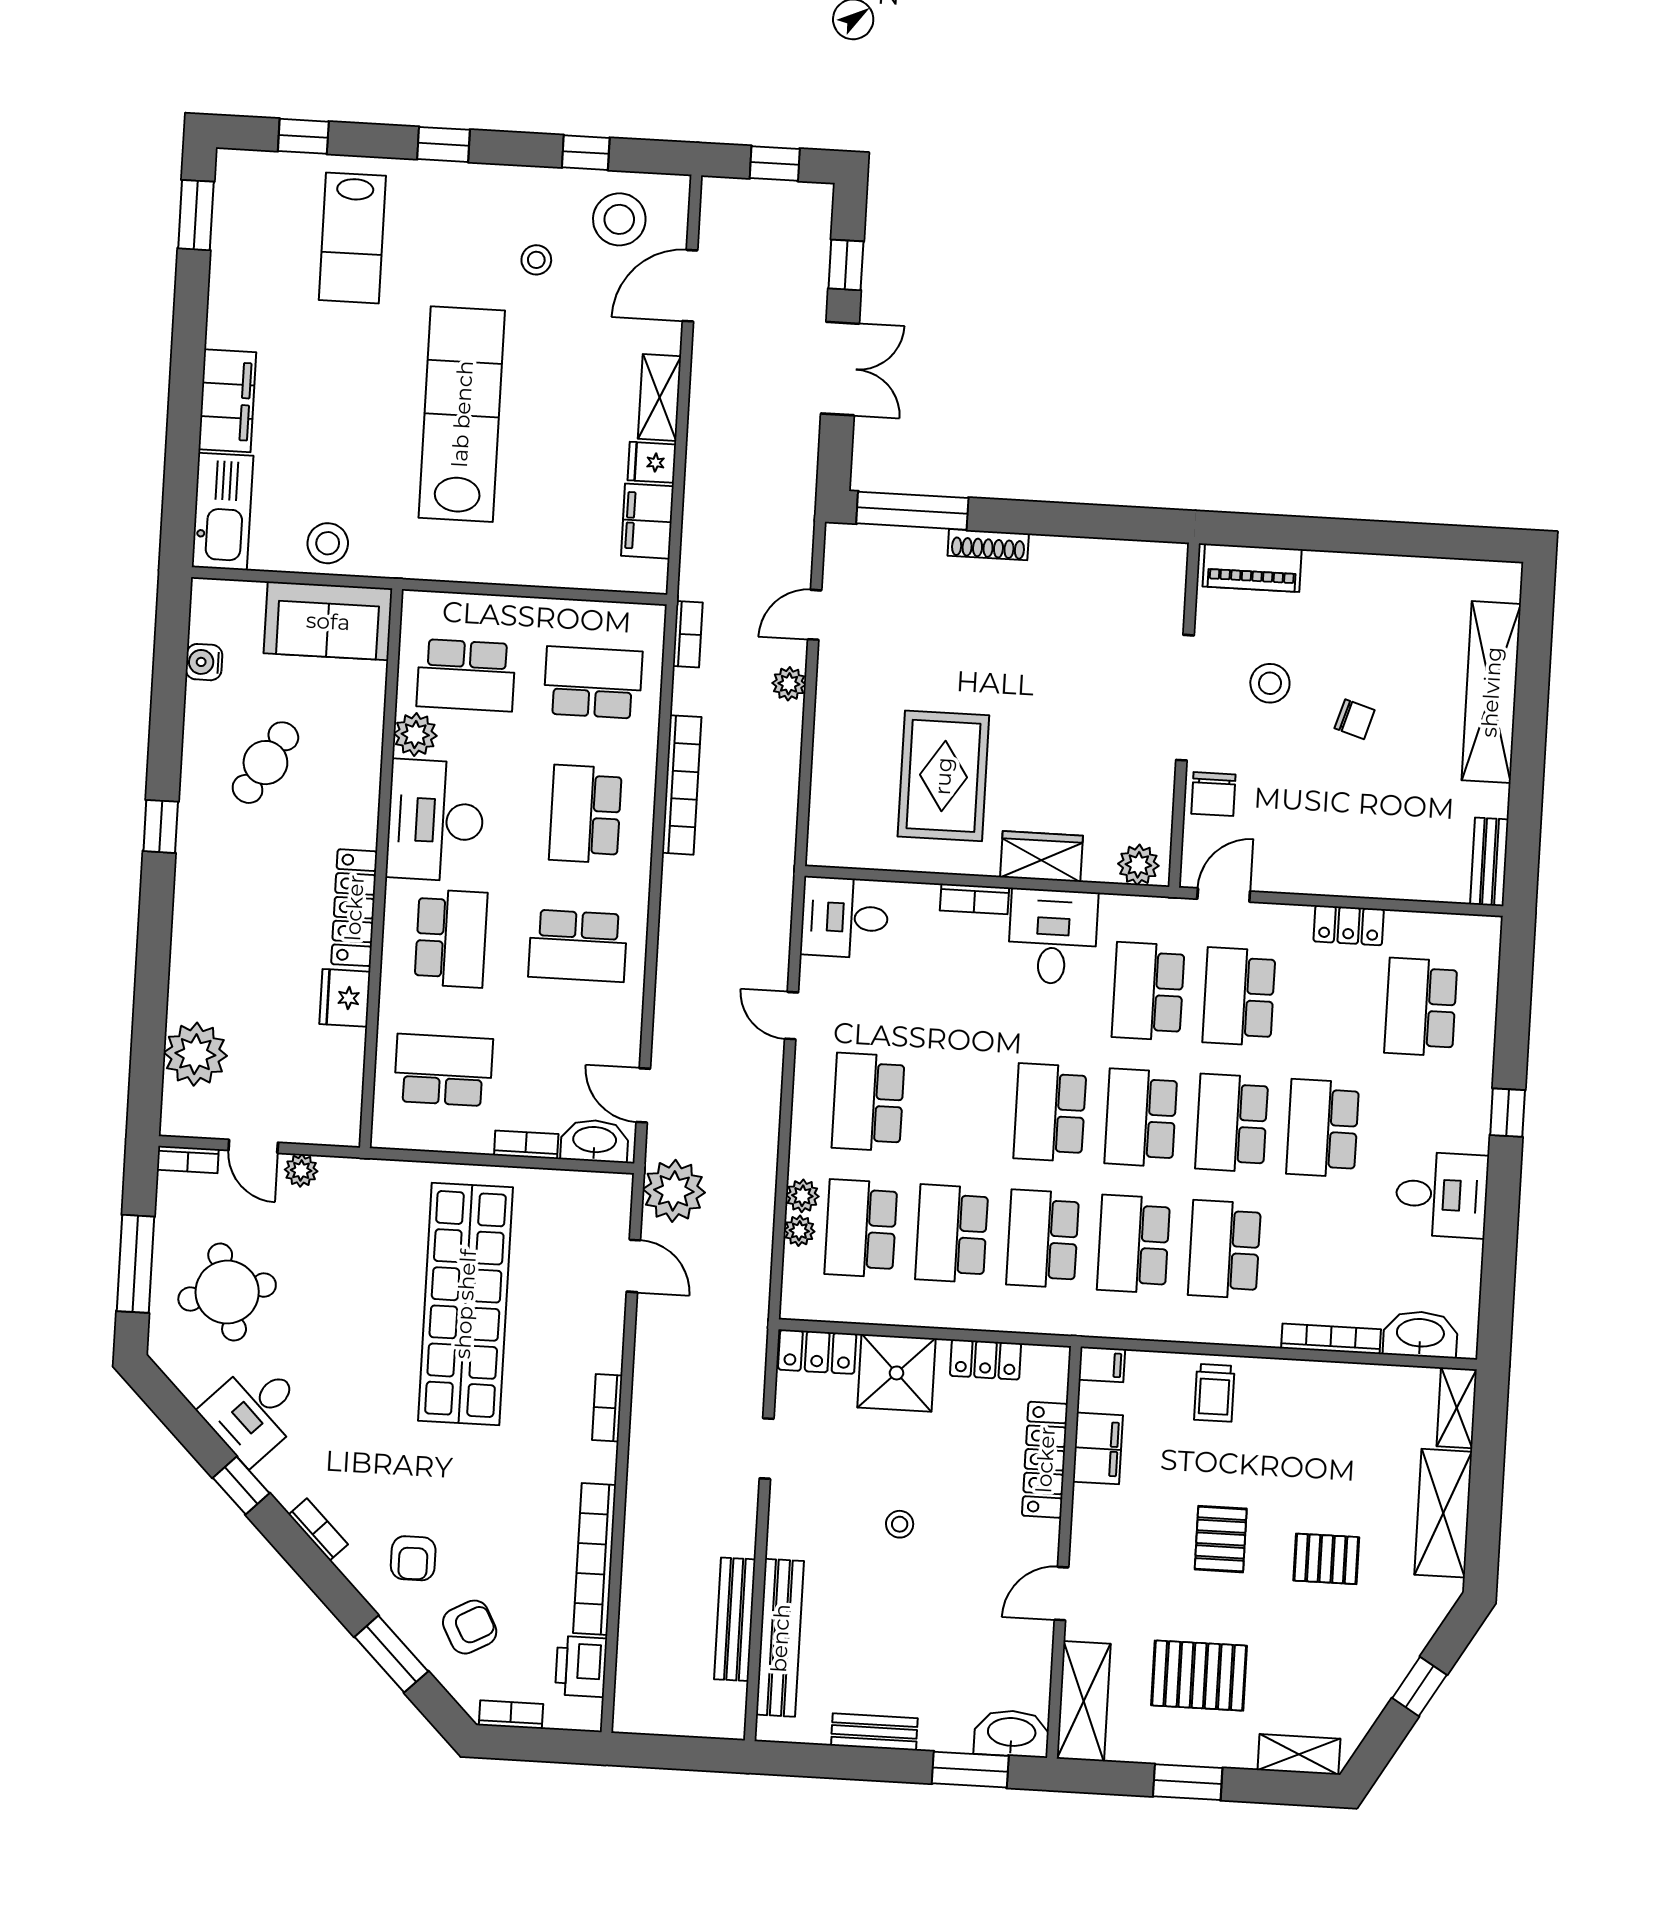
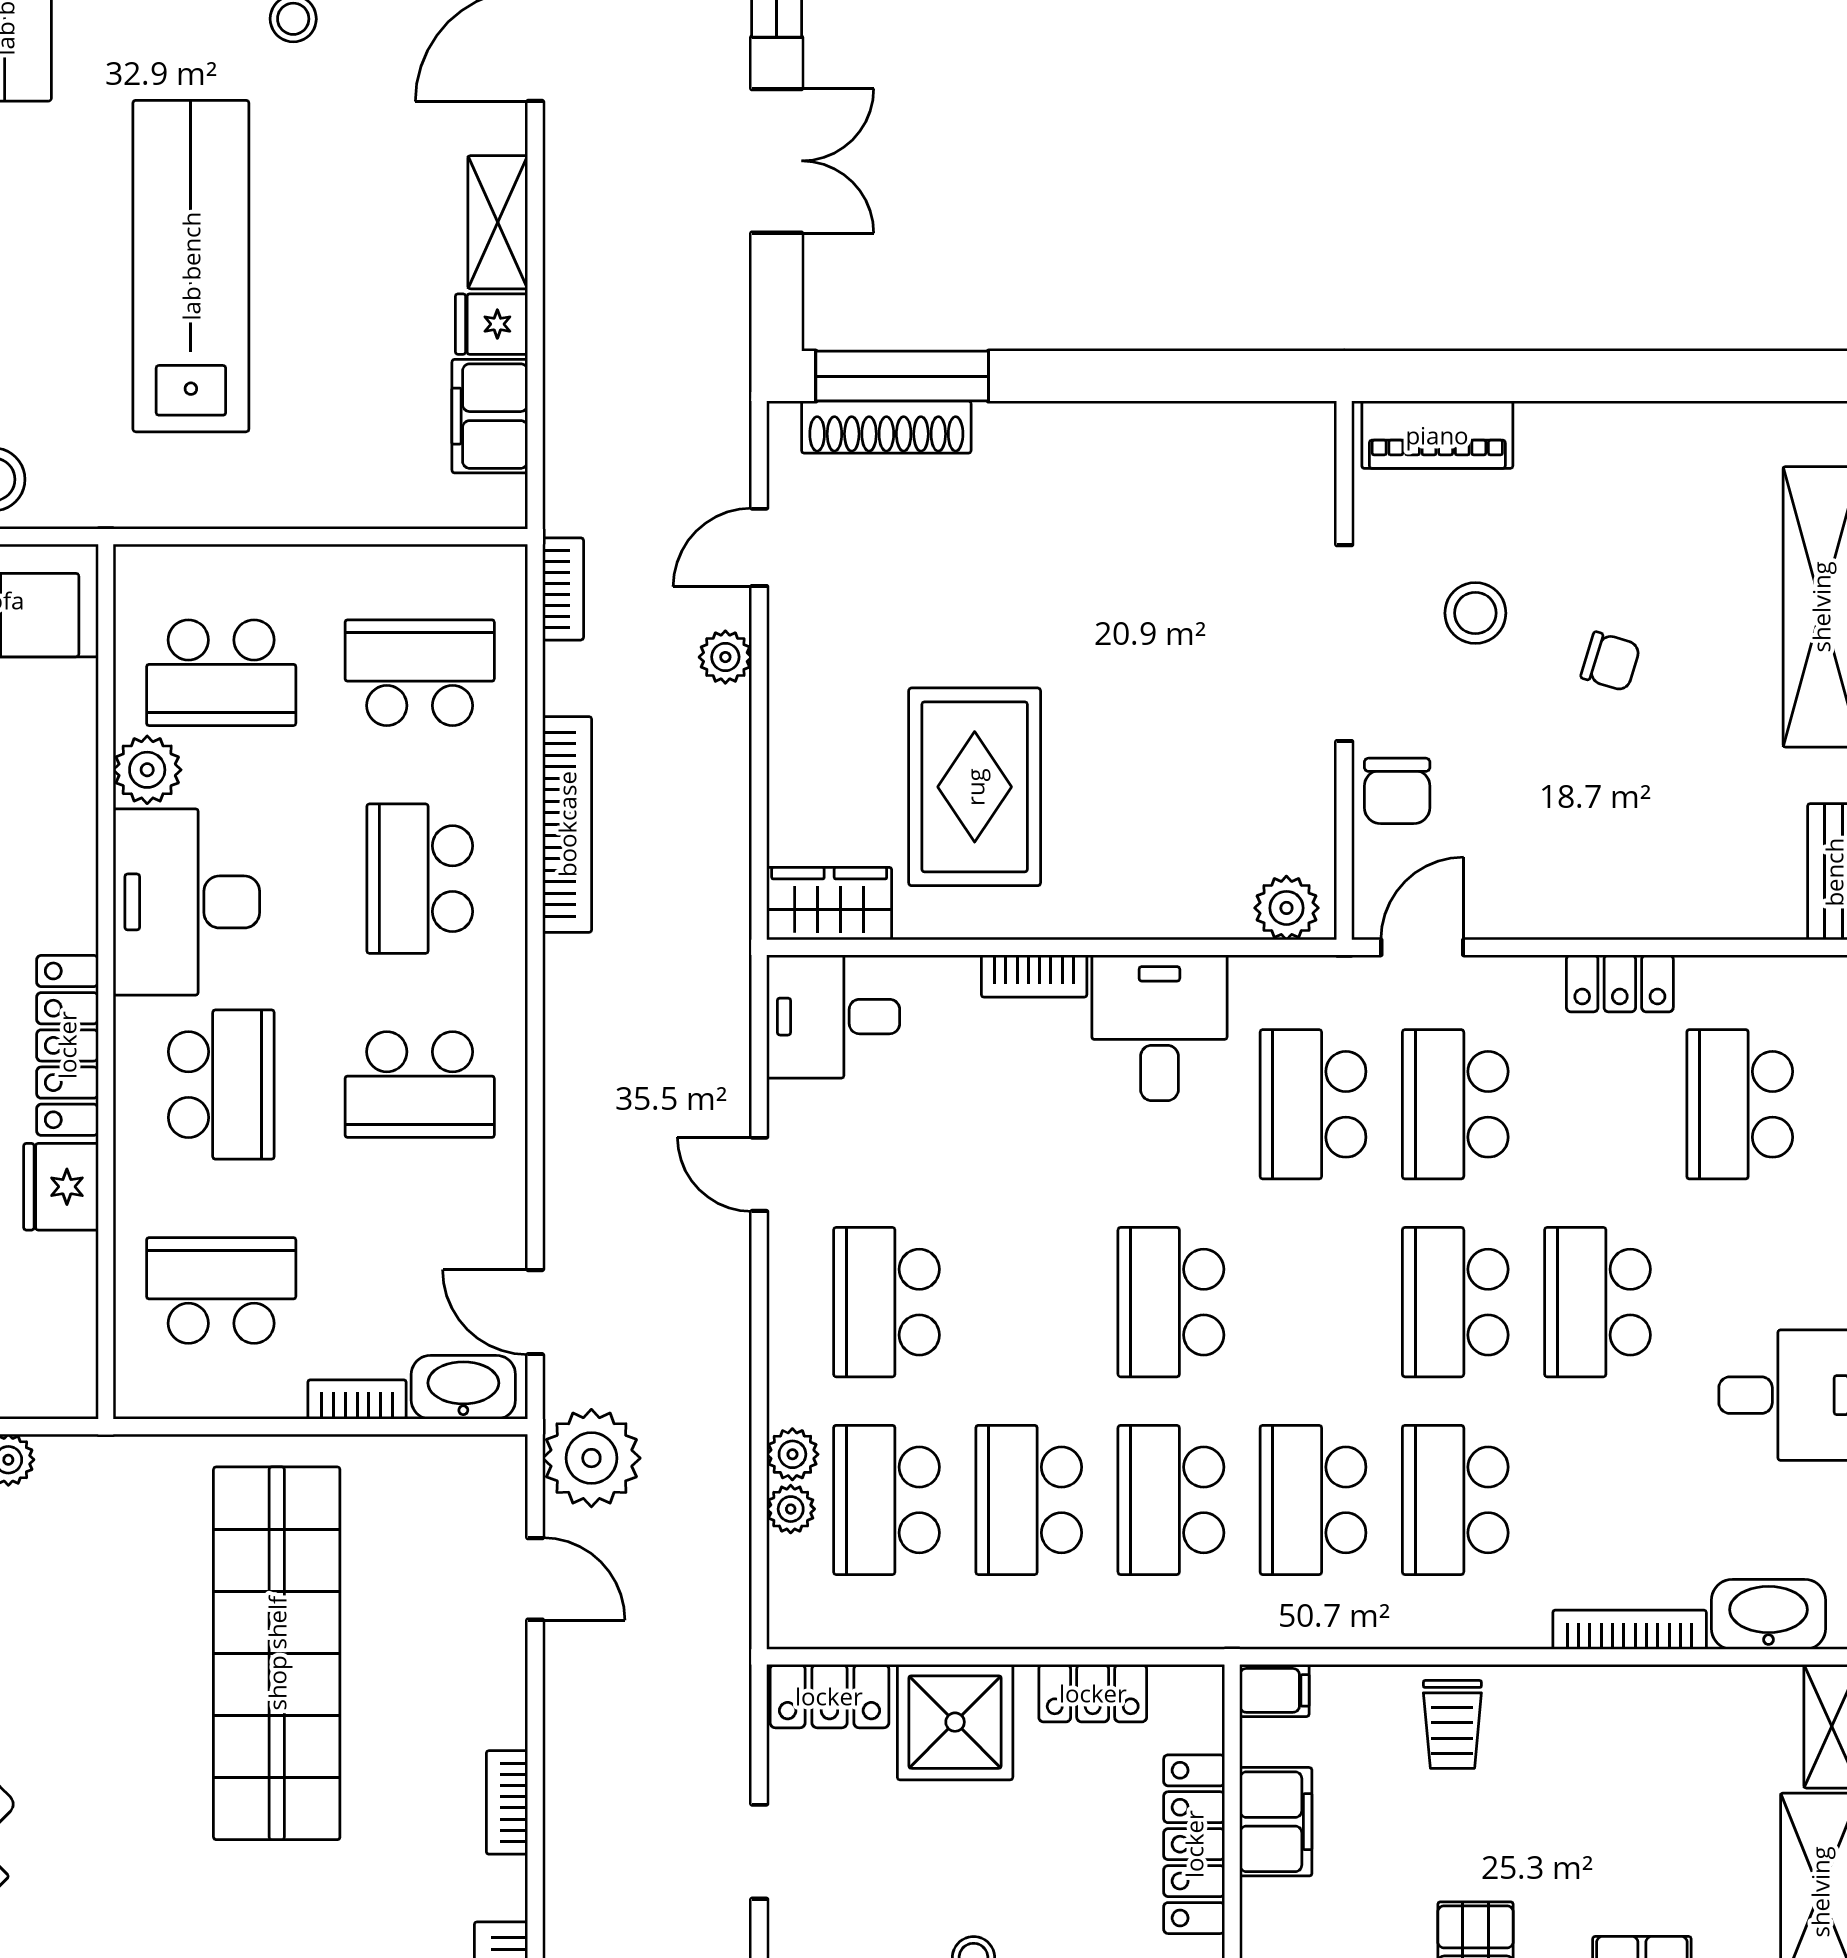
shoe rack: (988, 545) -> (886, 427), moved, width x1.36, depth x1.24
wardrobe: (1041, 856) -> (829, 904), moved
school desk: (1141, 1118) -> (1313, 1302), removed

